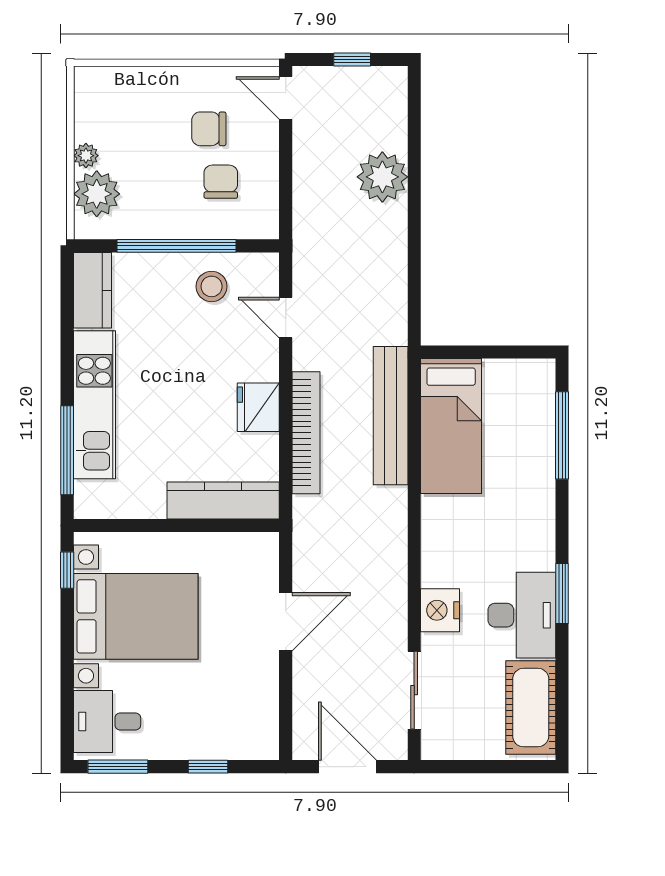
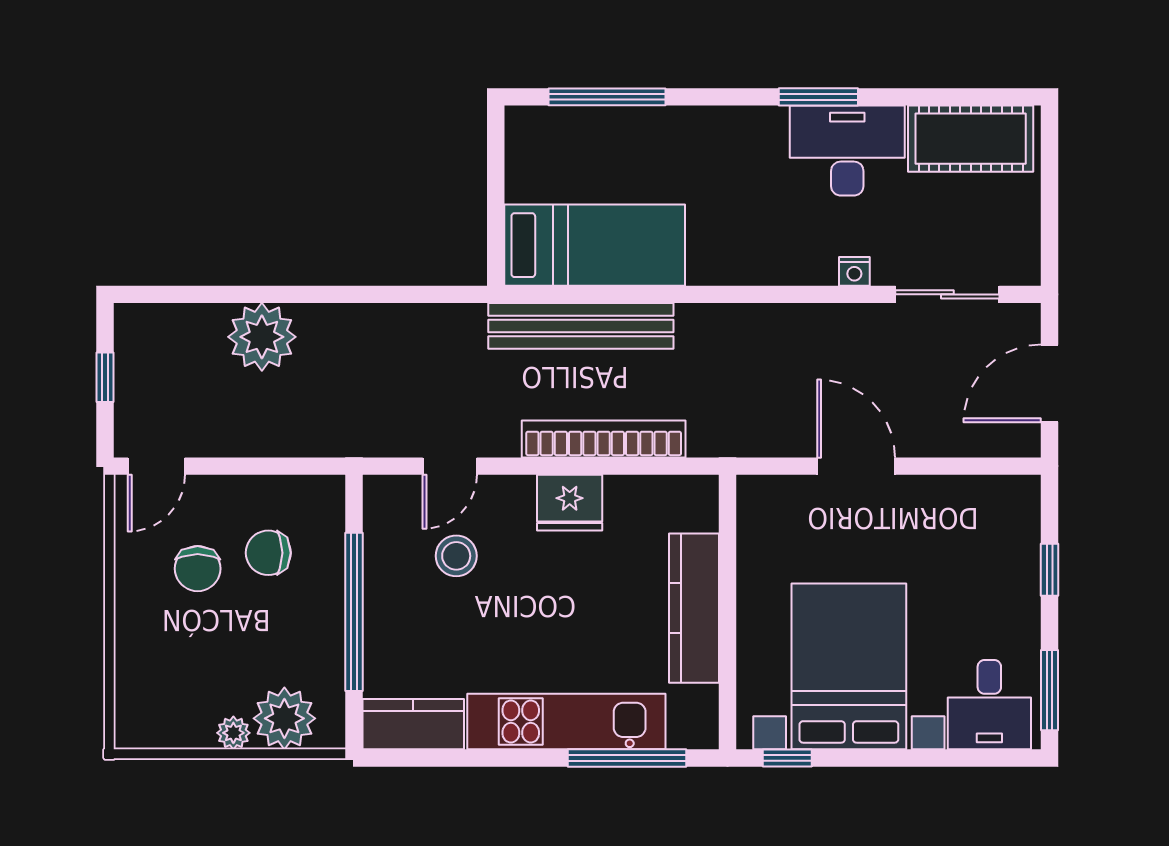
stool: (212, 286) -> (456, 556), moved
kitchen counter: (223, 500) -> (694, 608), moved
nightstand: (440, 610) -> (854, 271), width x0.53, depth x0.56

